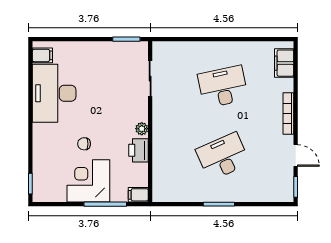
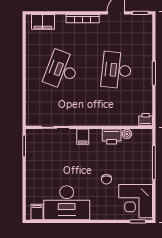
desk: (223, 87) -> (62, 70), turned 33
plant: (142, 129) -> (127, 134), moved
desk: (223, 157) -> (116, 70), turned 30
corner desk: (88, 181) -> (136, 201), moved
printer: (160, 194) -> (146, 120), added
filing cabinet: (138, 195) -> (83, 137), moved

